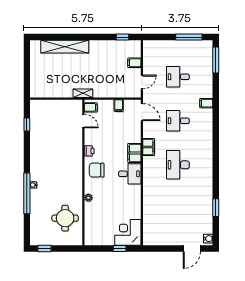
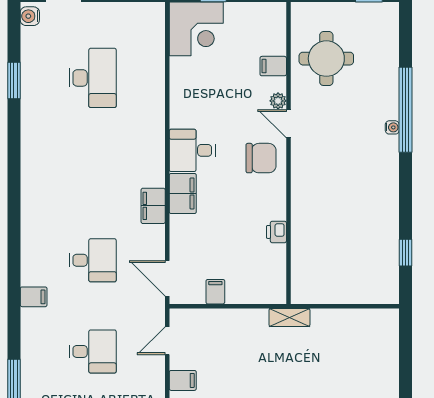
filing cabinet: (91, 107) -> (273, 66), moved
door: (83, 121) -> (288, 124), moved
printer: (89, 151) -> (276, 232), moved
desk: (178, 165) -> (93, 78), moved

